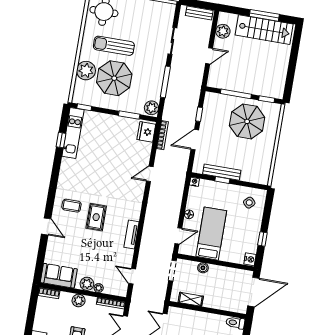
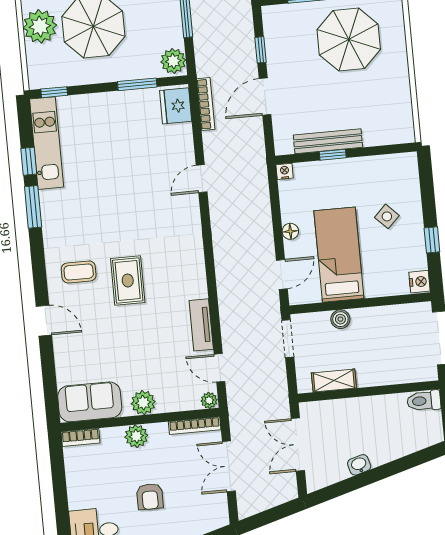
window: (57, 165) -> (33, 207), added
side table: (249, 203) -> (387, 216), moved
tv unit: (131, 235) -> (201, 325), moved
plant: (99, 288) -> (209, 400), moved

